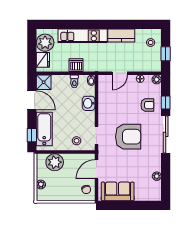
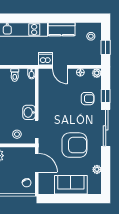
dishwasher: (76, 65) -> (45, 59), moved
door: (120, 73) -> (60, 67), hinge flipped
washbasin: (89, 103) -> (29, 112), moved
armchair: (128, 137) -> (74, 145), moved
door: (96, 169) -> (37, 163), swing flipped
sofa: (118, 191) -> (71, 185), moved

